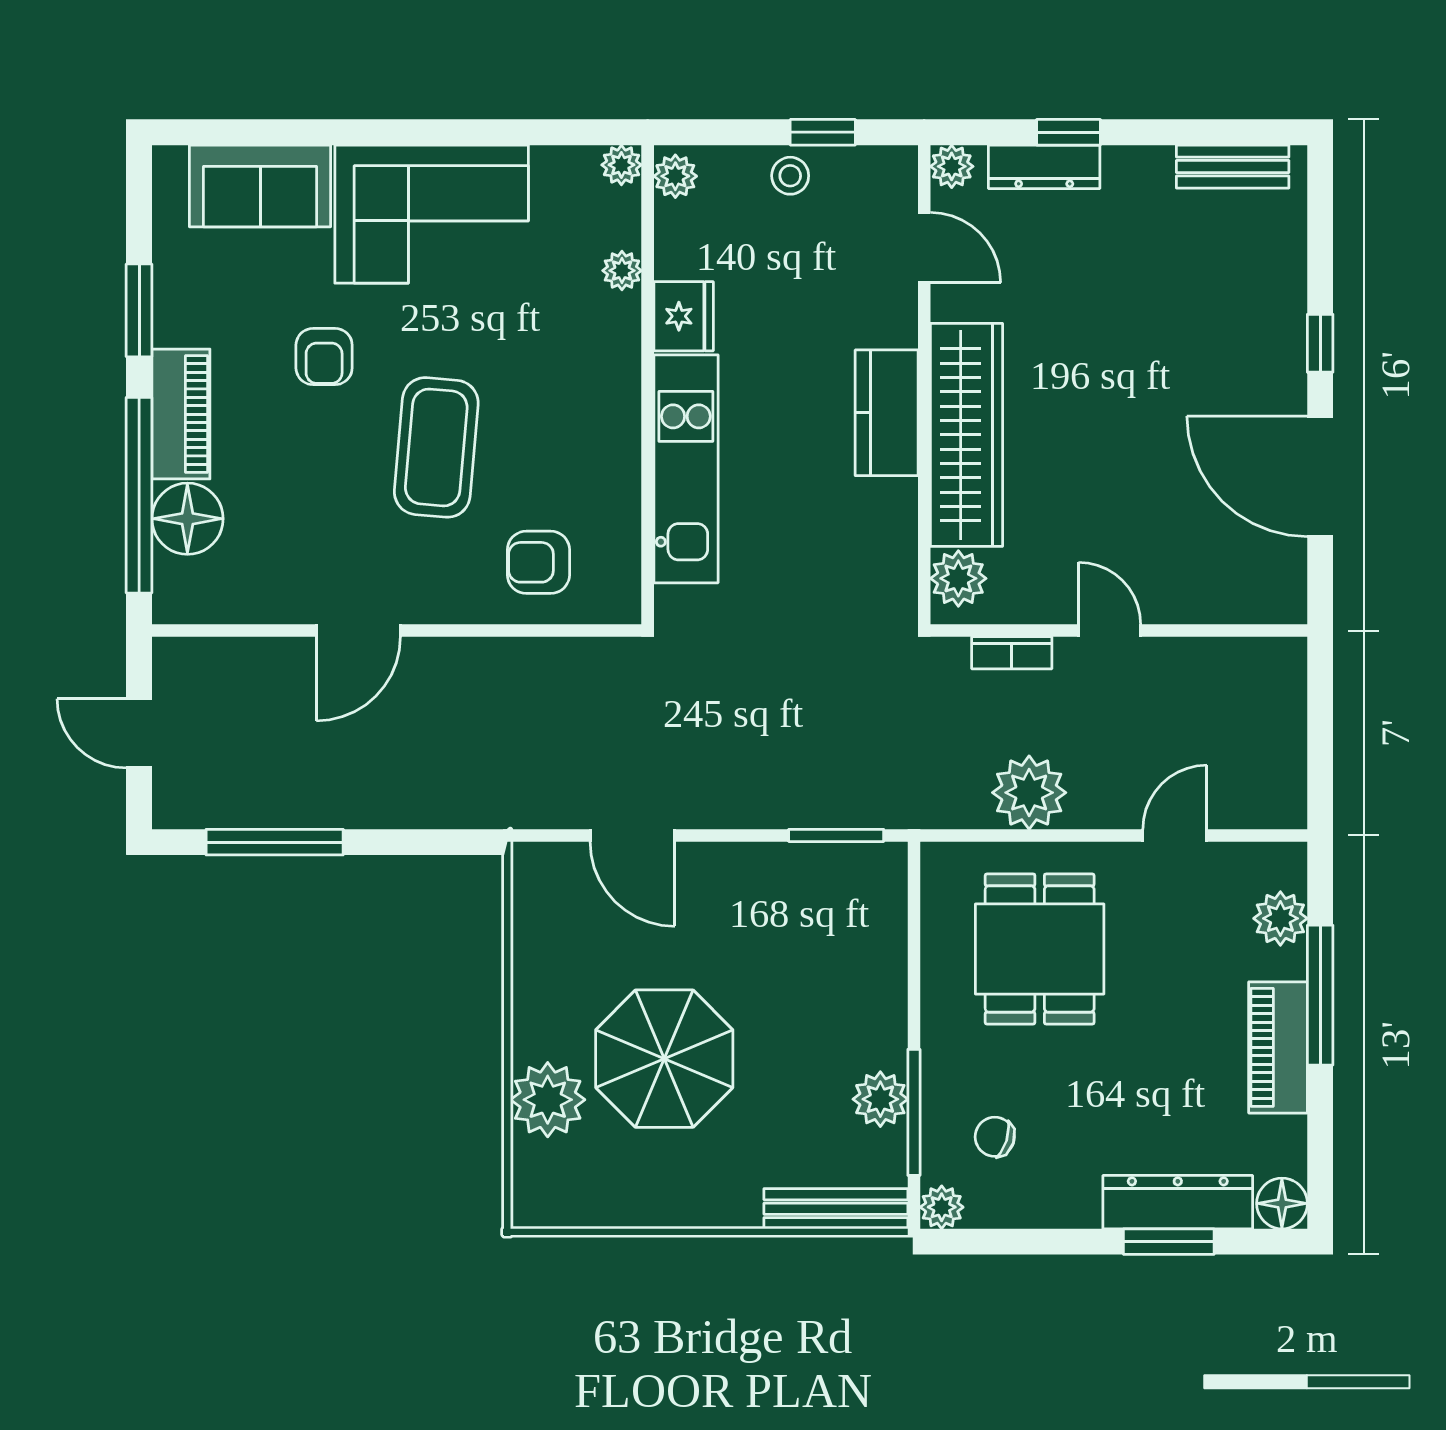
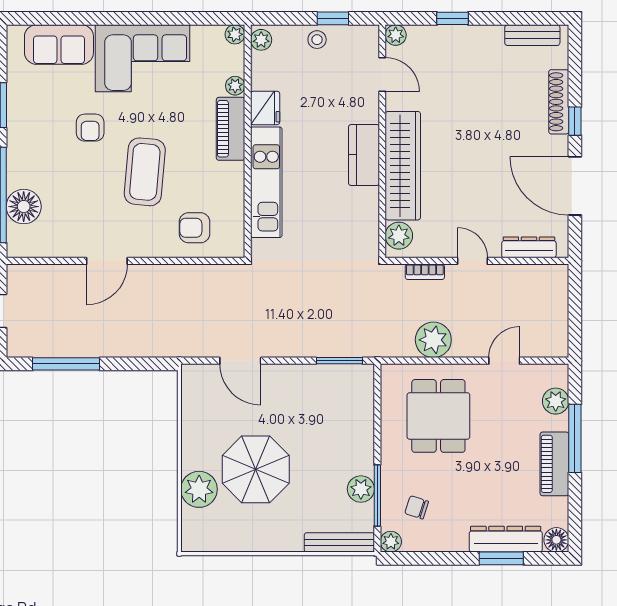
dresser: (1044, 167) -> (529, 247), moved, turned 180
shoe rack: (1287, 304) -> (559, 102), added
piano: (181, 414) -> (231, 129), moved, turned 180

